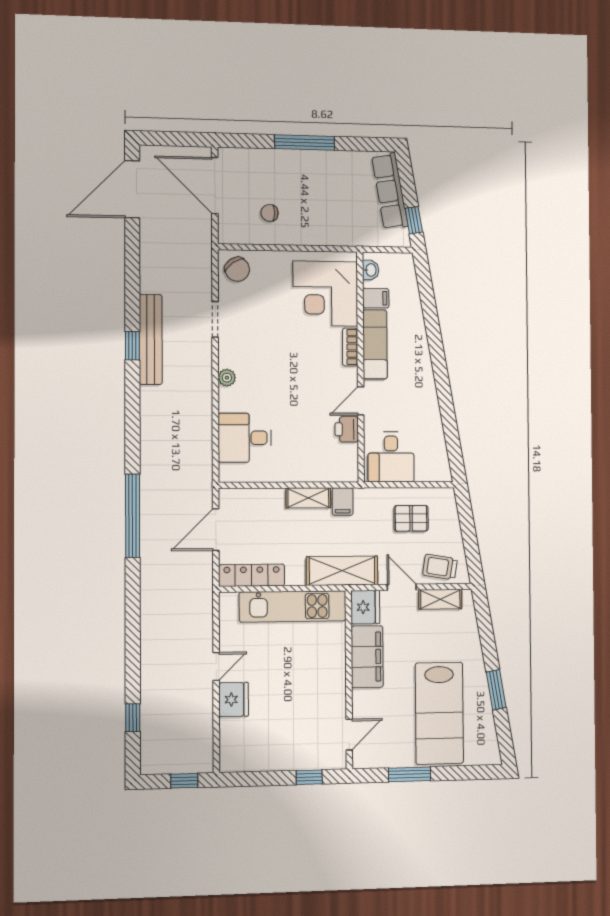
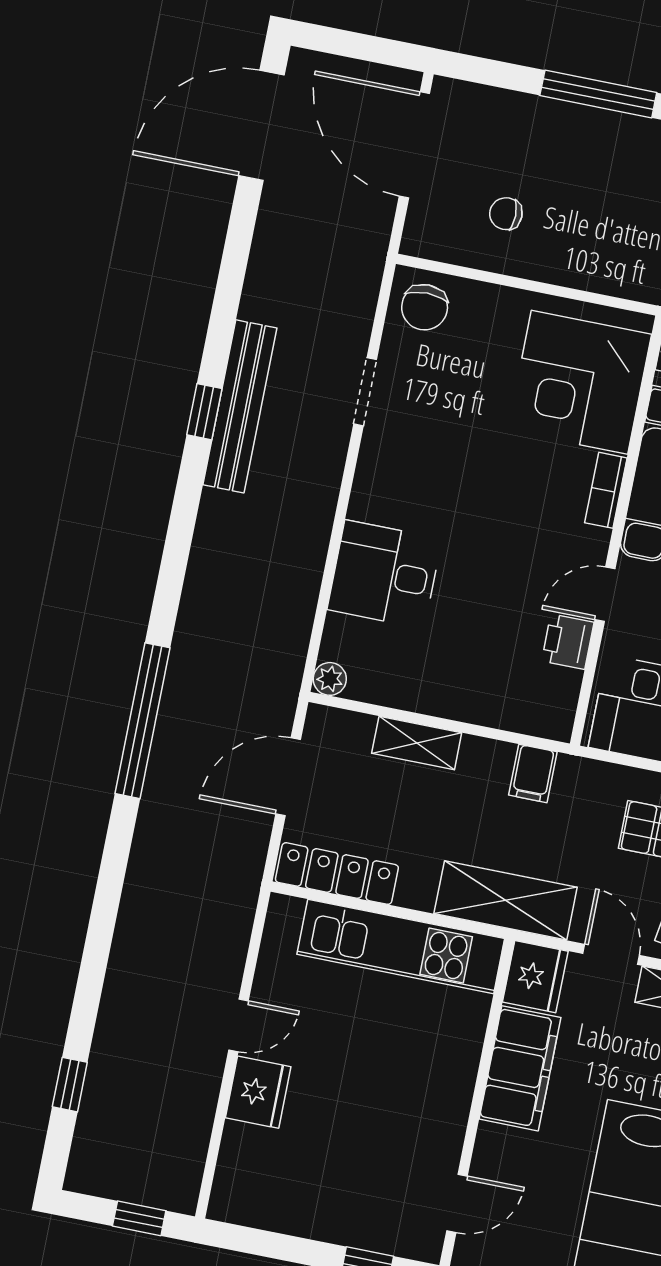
chair: (237, 269) -> (425, 307), turned 35
plant: (227, 378) -> (330, 679), moved
desk: (245, 438) -> (385, 574), moved
shelving: (308, 498) -> (417, 743), moved

